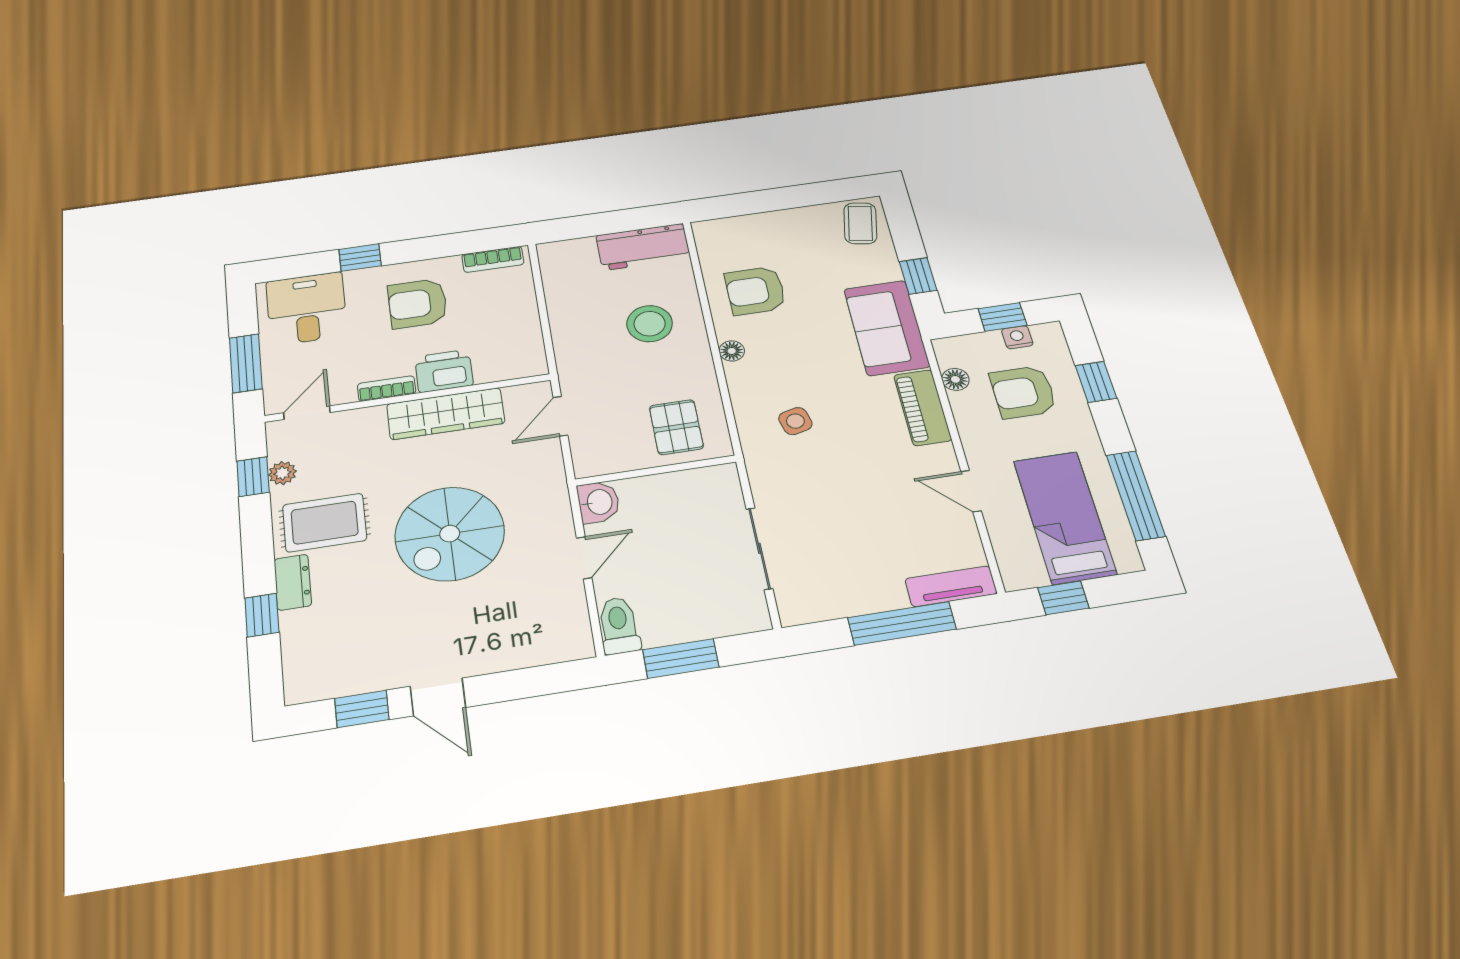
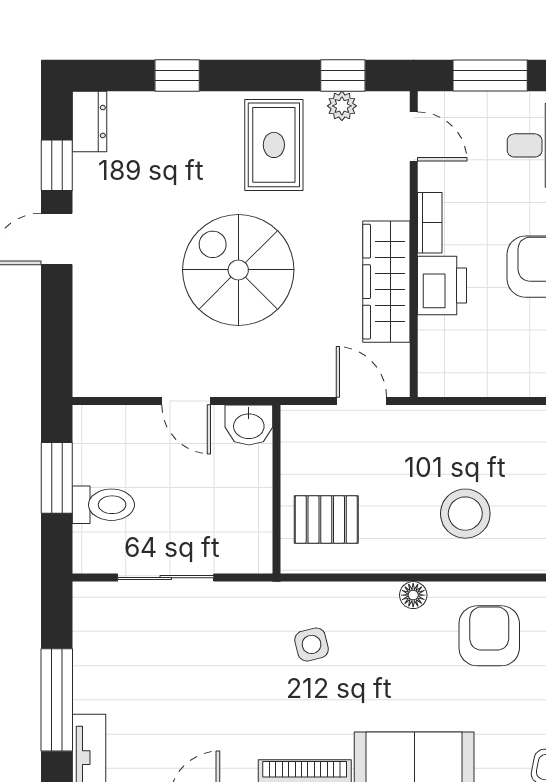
dresser: (293, 582) -> (90, 122), moved, turned -90
toilet: (619, 625) -> (103, 505), moved

